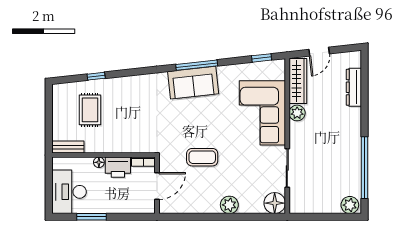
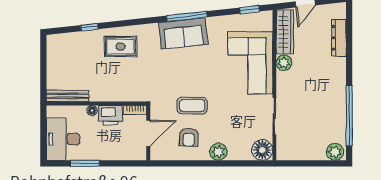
rug: (90, 110) -> (121, 47), moved, turned 90
bench: (68, 147) -> (68, 96), width x1.36
armchair: (199, 190) -> (189, 137), added

